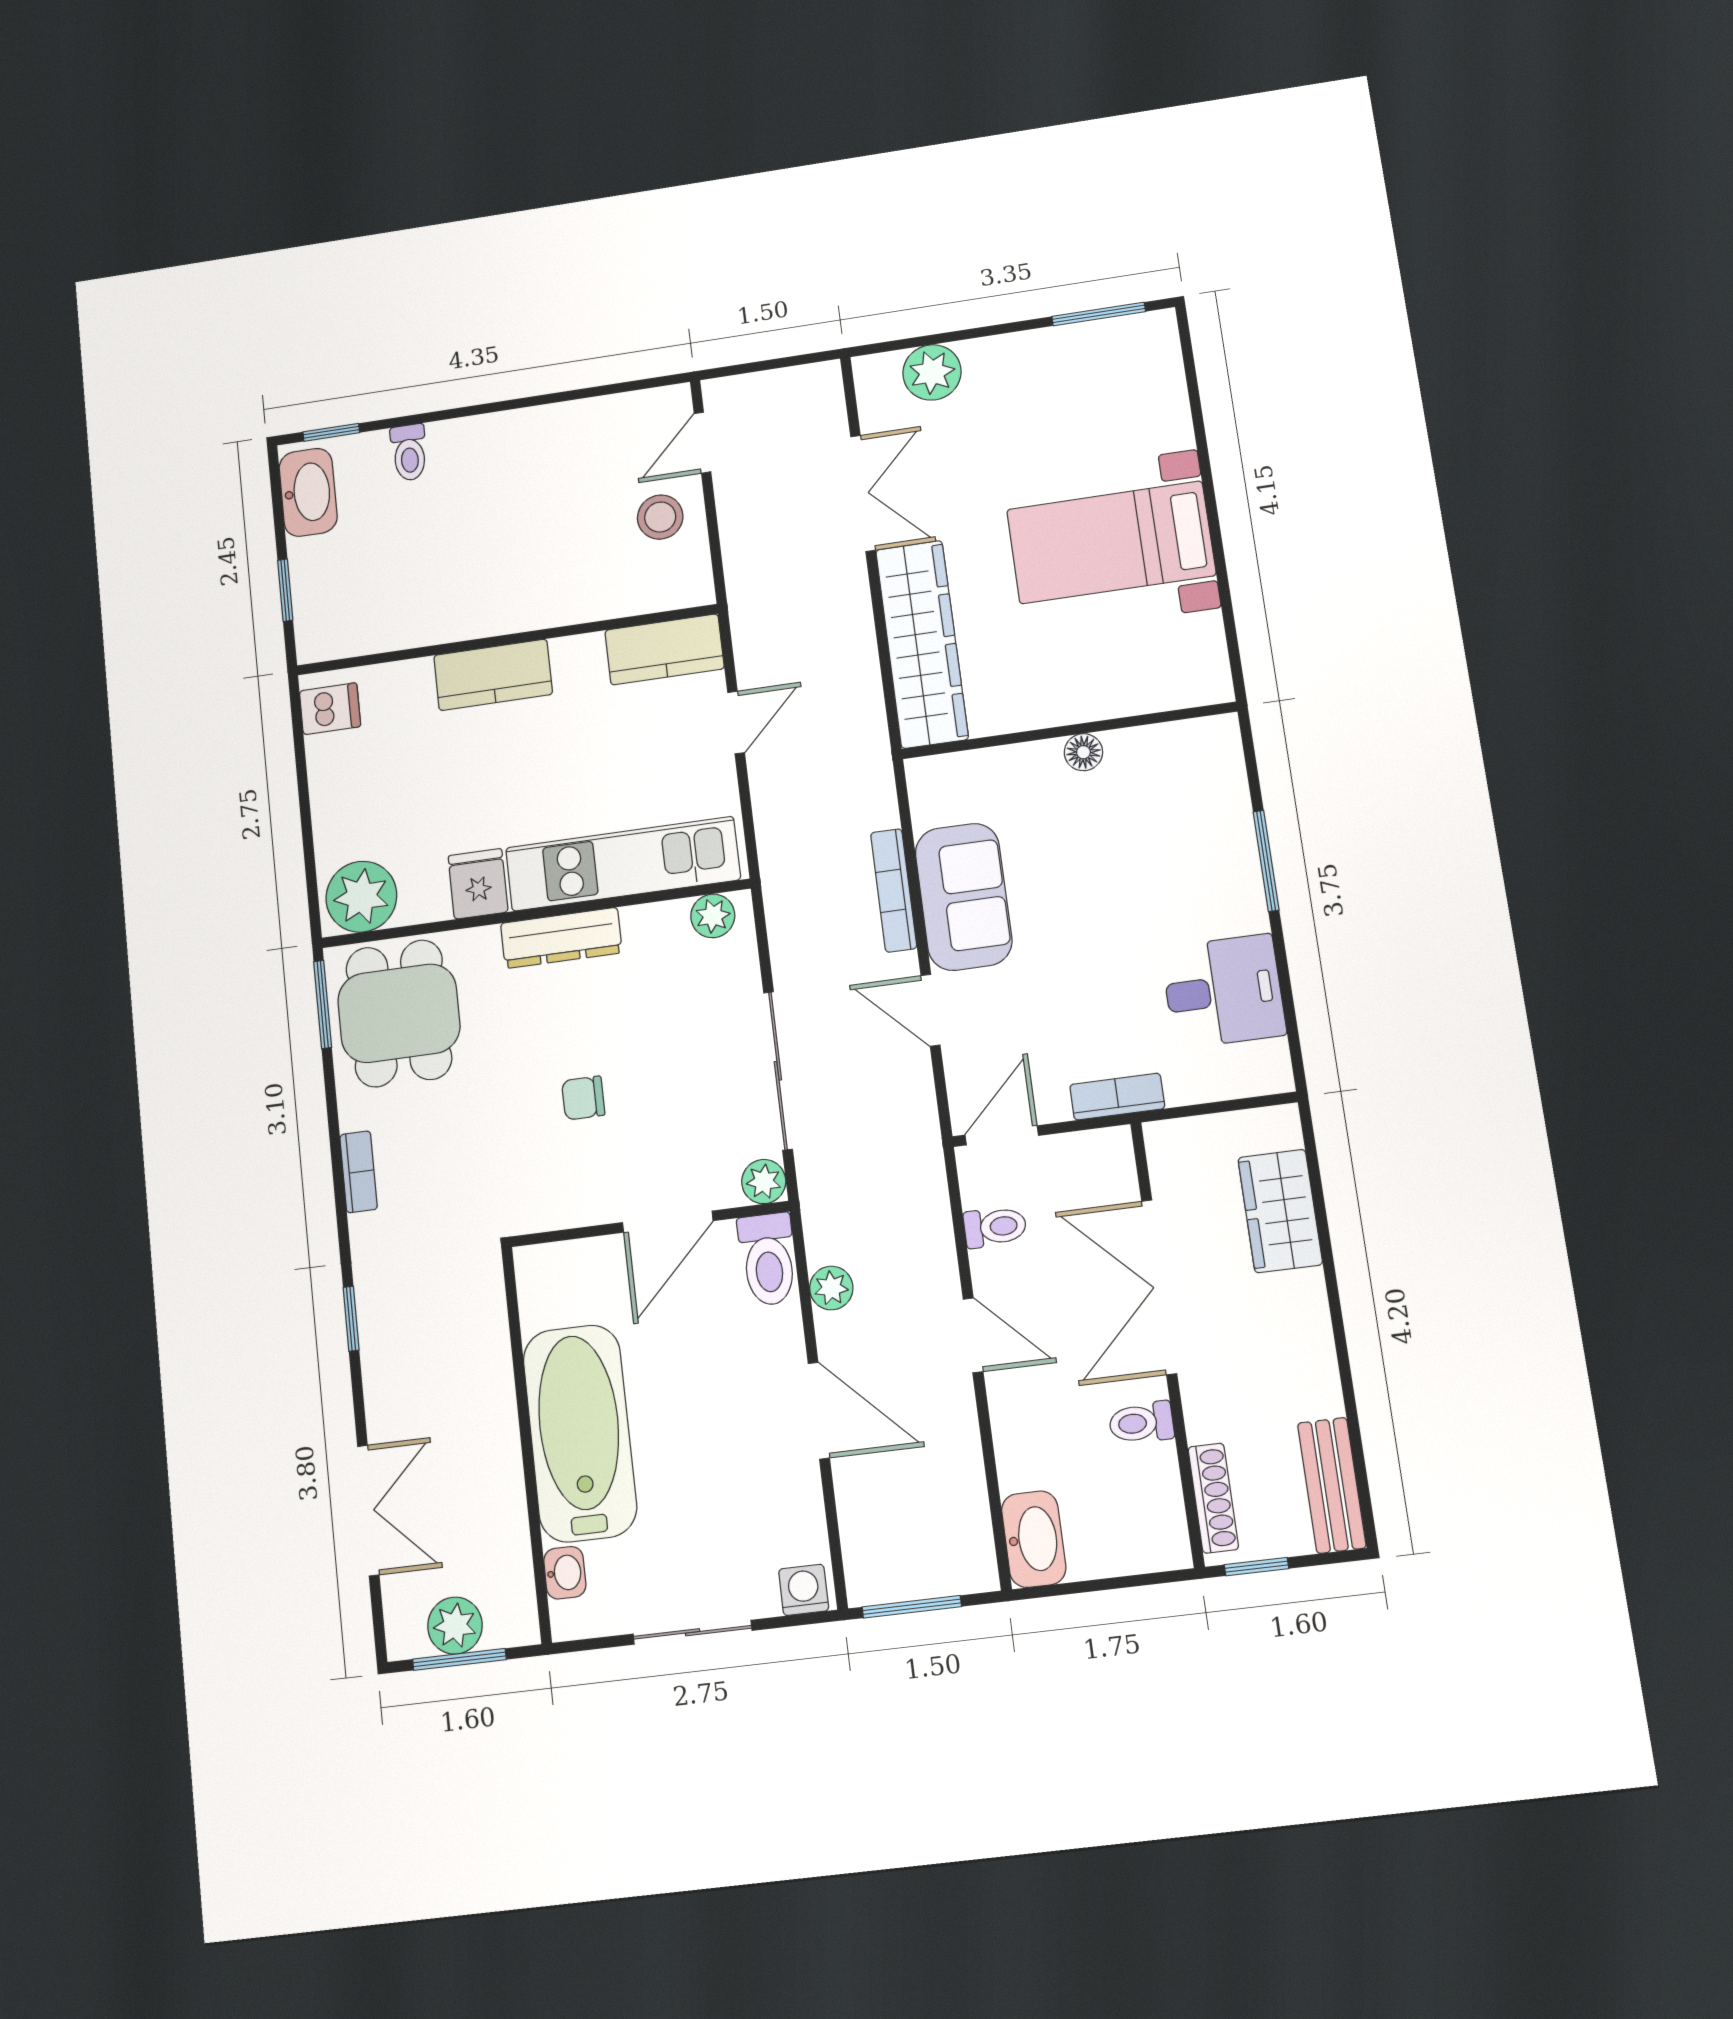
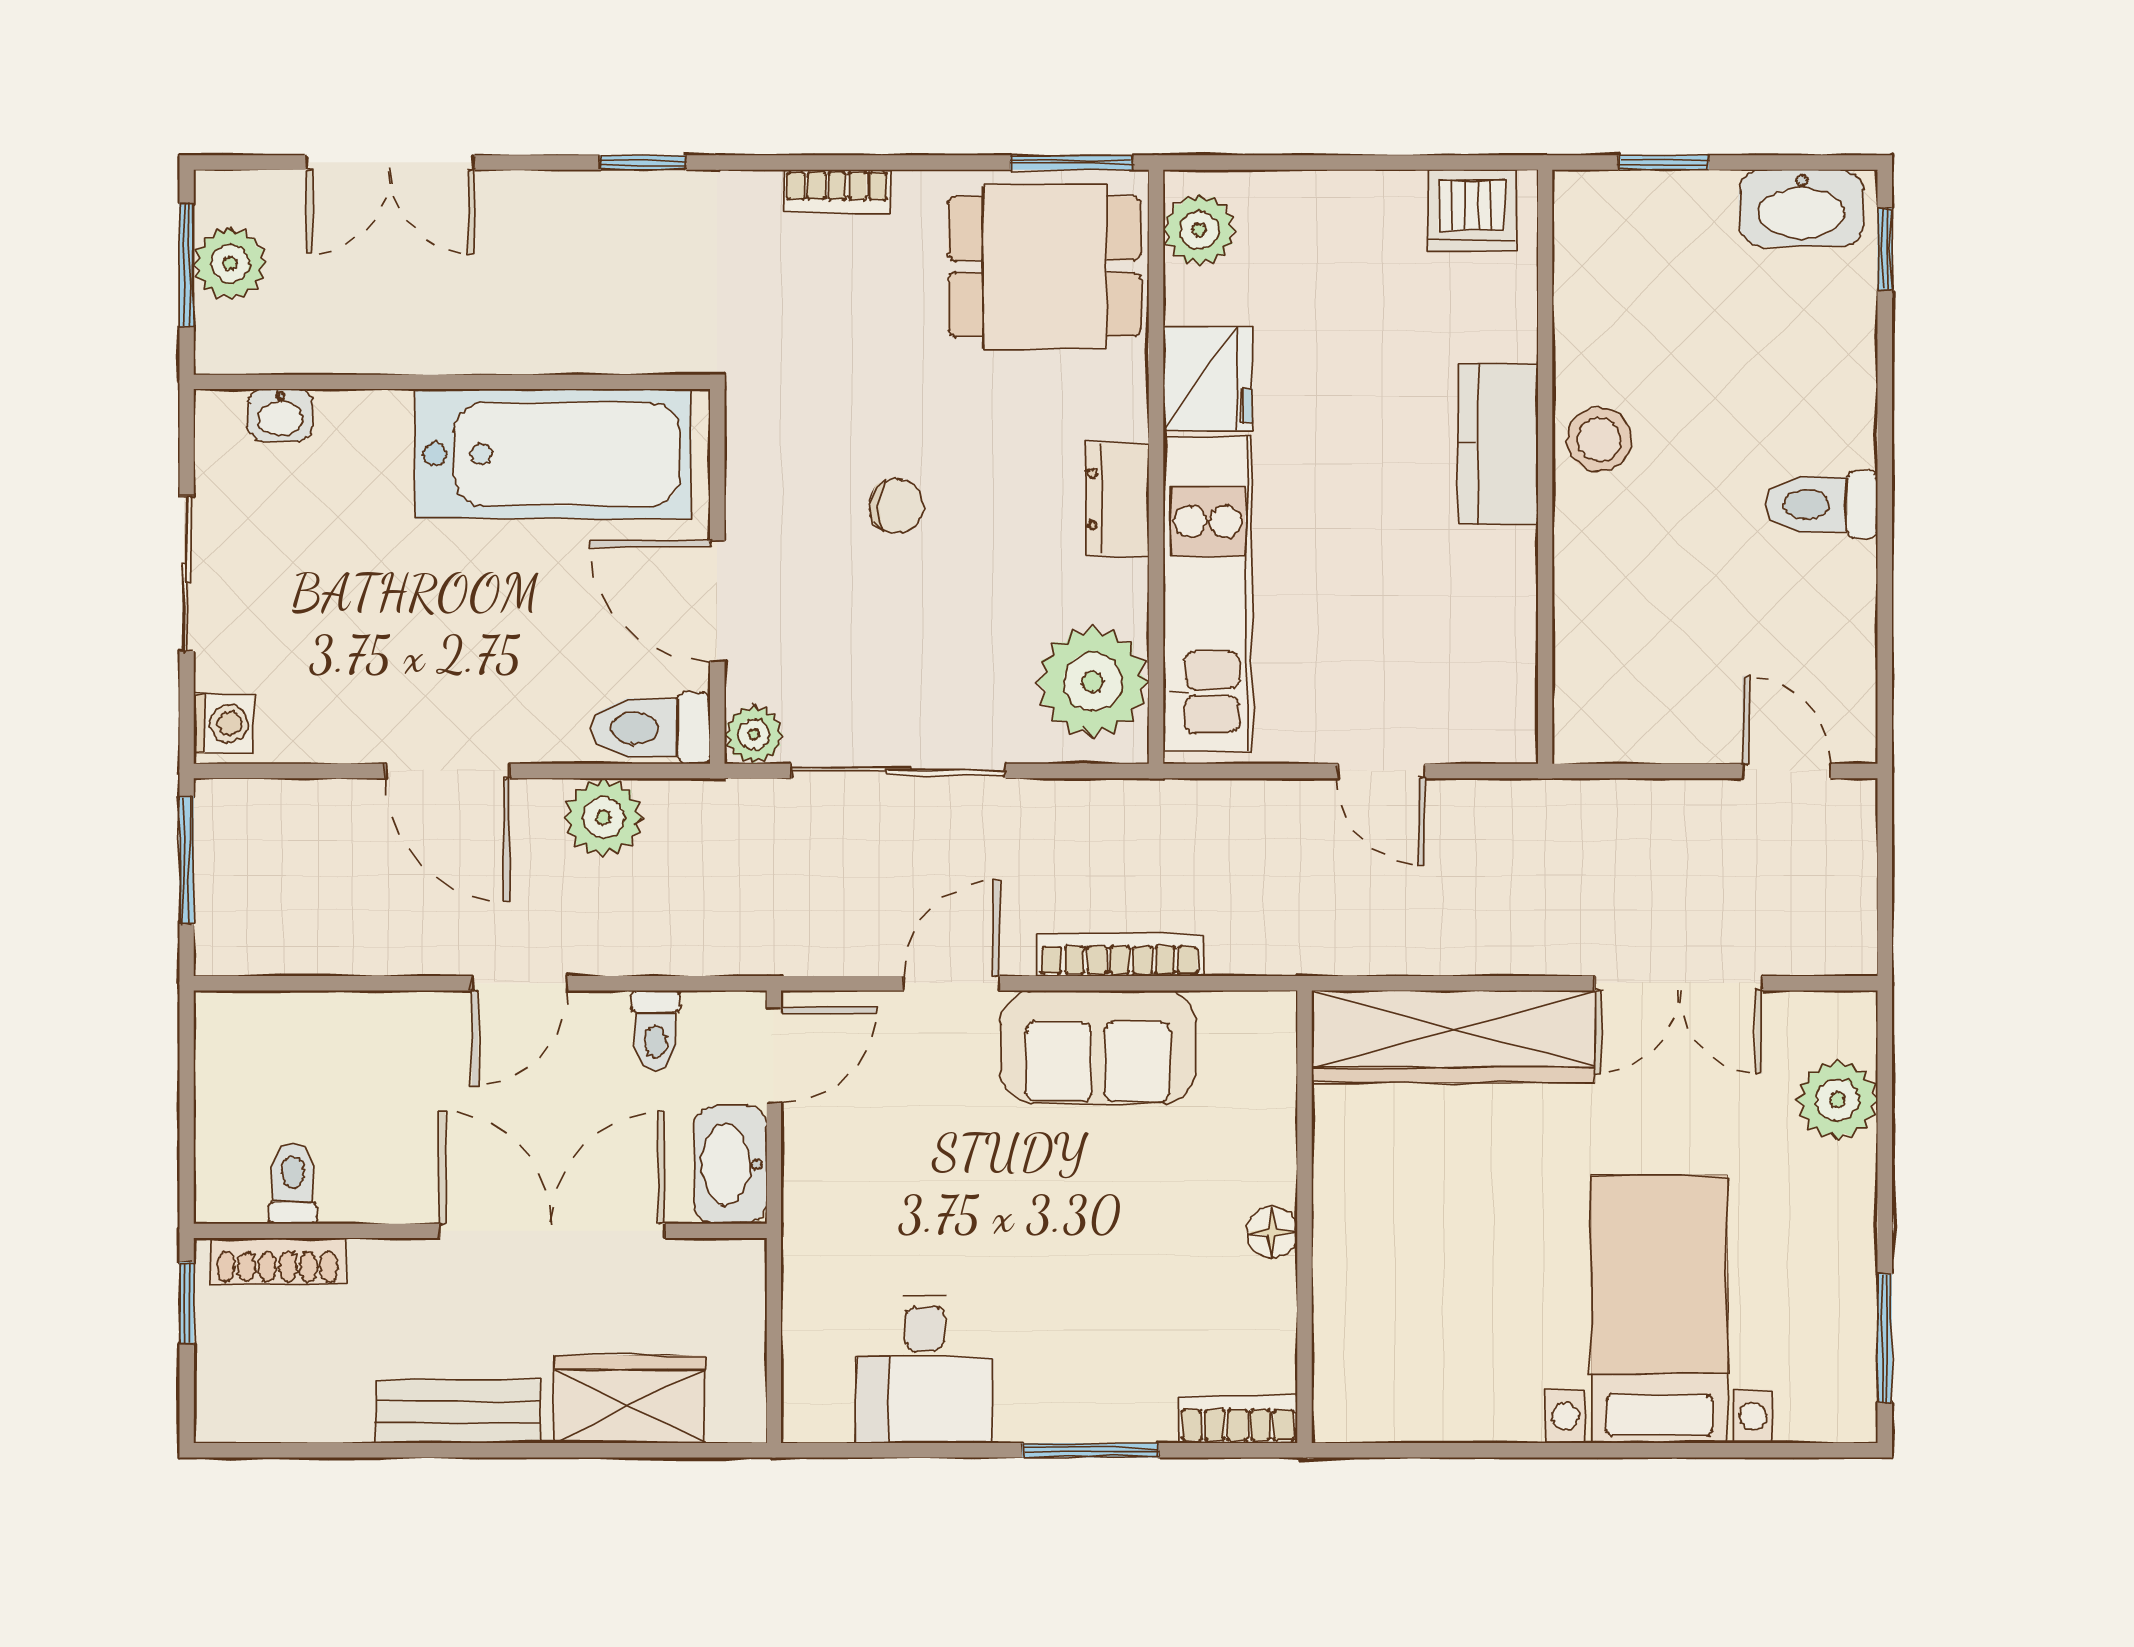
toilet: (409, 452) -> (1822, 504), moved, width x1.37, depth x1.39
stool: (660, 517) -> (1599, 440), moved
bed with nightstands: (1111, 542) -> (1659, 1309), moved
kitchen counter: (664, 649) -> (1498, 685), removed
dishwasher: (330, 709) -> (1472, 211), width x1.38
fridge: (478, 884) -> (1208, 379), width x1.38
plant: (361, 897) -> (1199, 230), width x0.73, depth x0.73
plant: (713, 916) -> (1093, 682), width x1.87, depth x1.87
dresser: (561, 938) -> (1117, 499), width x0.70
bookcase: (1117, 1097) -> (1238, 1419), moved, turned -90
chair: (583, 1098) -> (896, 506), turned 94
door: (1002, 1135) -> (774, 1055), hinge flipped
plant: (831, 1288) -> (603, 817), width x1.38, depth x1.38
door: (819, 1411) -> (448, 771), hinge flipped
toilet: (1141, 1423) -> (293, 1184), moved
bathtub: (580, 1433) -> (553, 454), moved
bench: (1332, 1485) -> (458, 1412), moved
washbasin: (1034, 1539) -> (731, 1165), moved, turned 90

